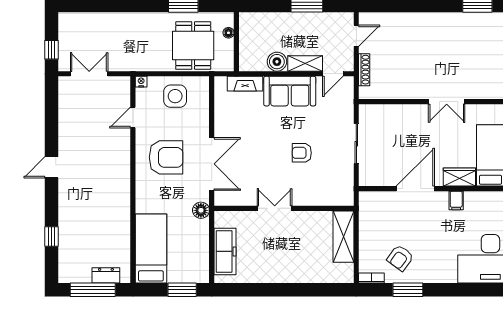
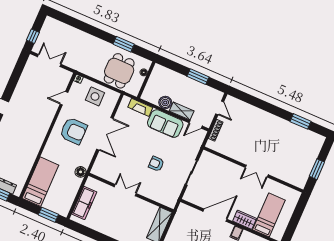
door: (356, 36) -> (220, 108), hinge flipped
double door: (212, 164) -> (105, 134), moved

